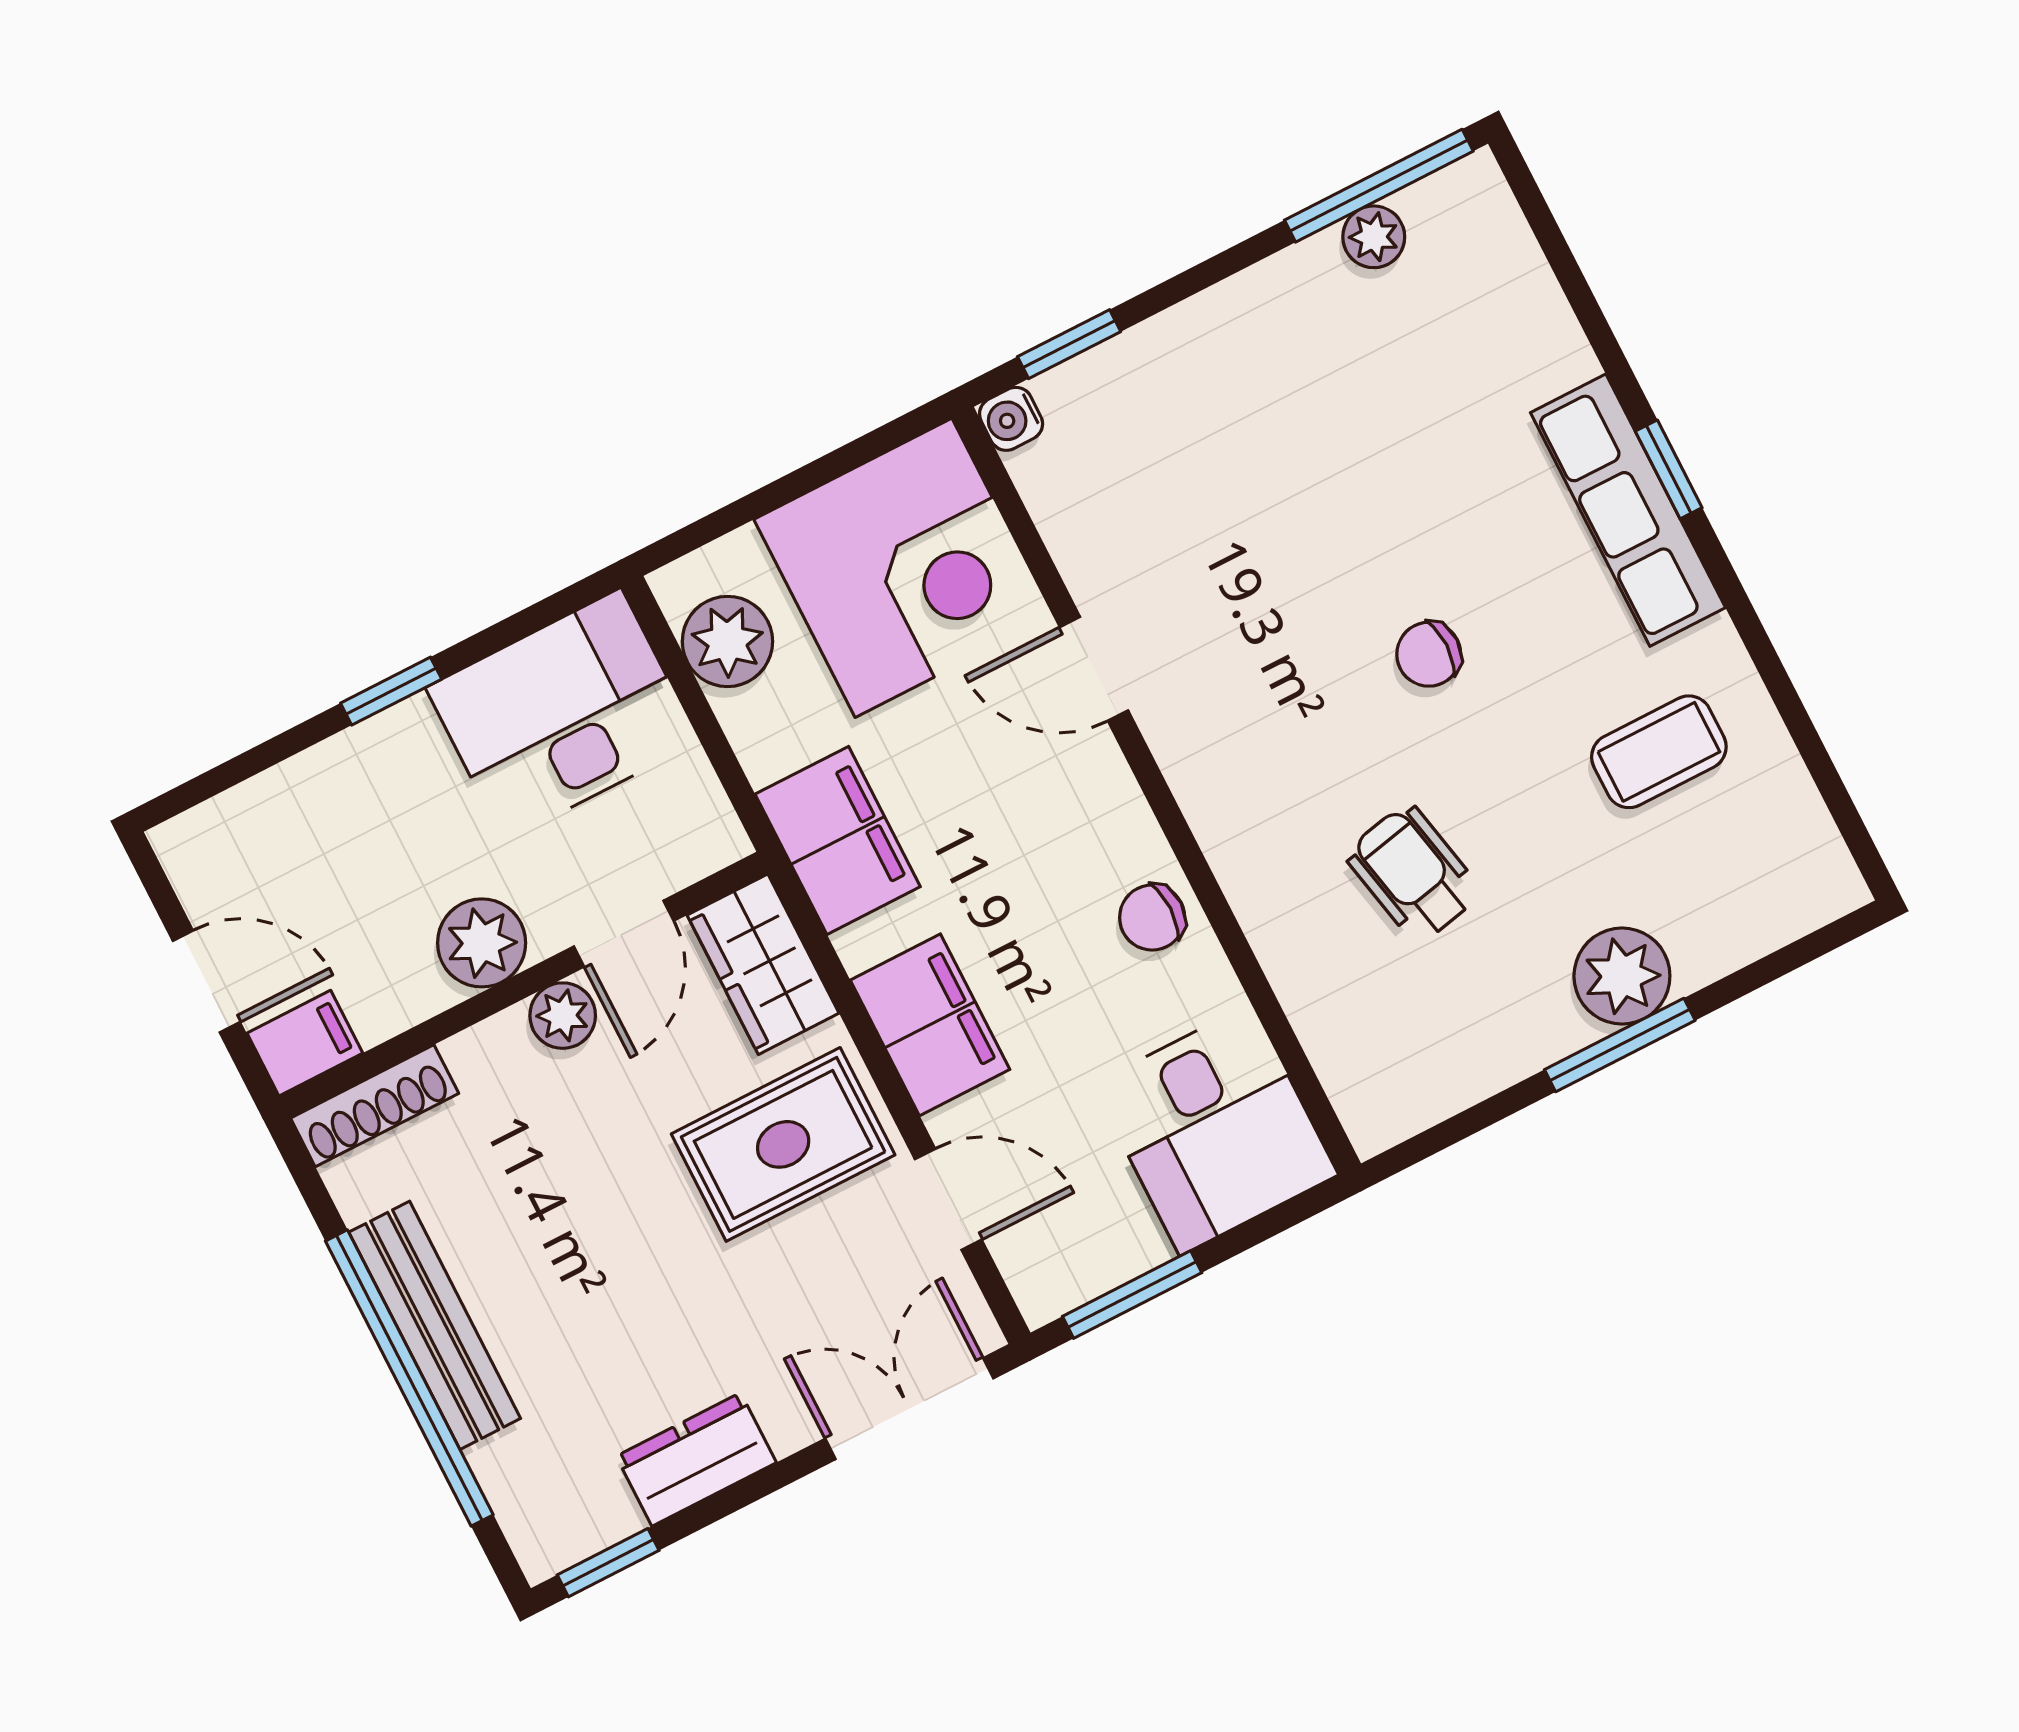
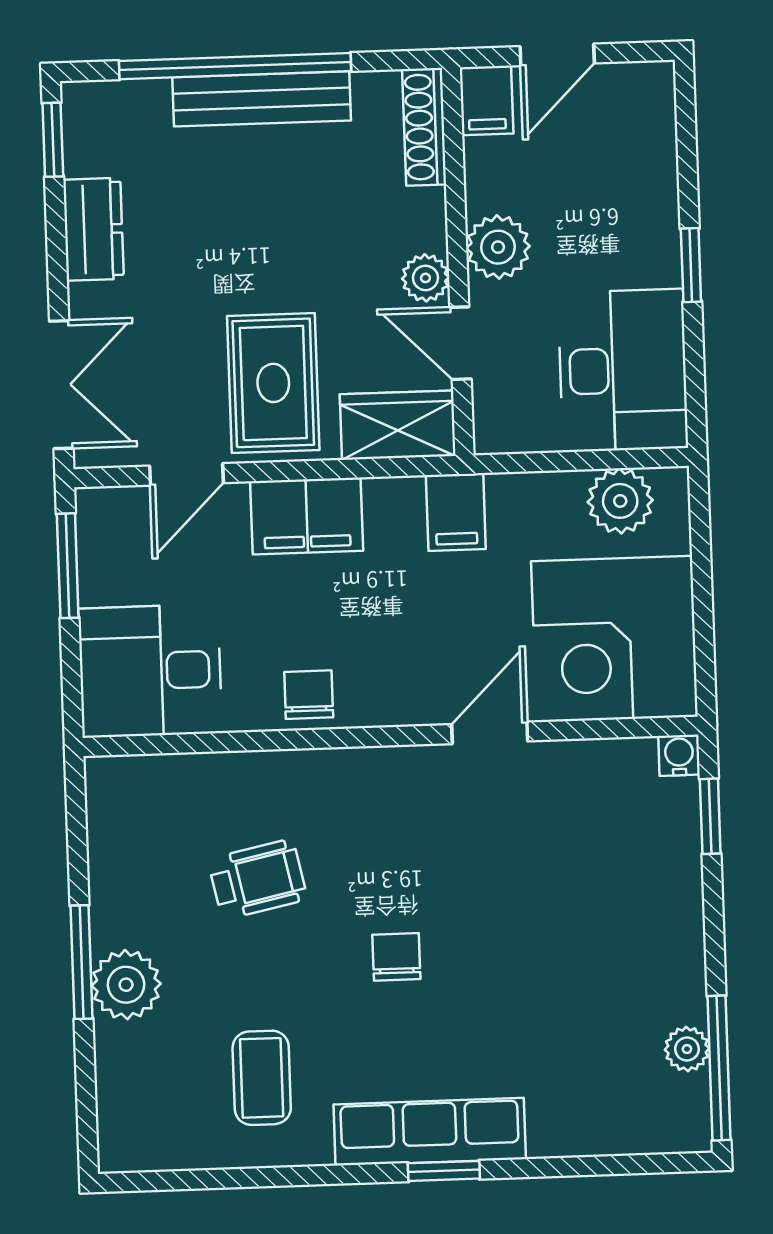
filing cabinet: (838, 840) -> (456, 512), width x0.50

